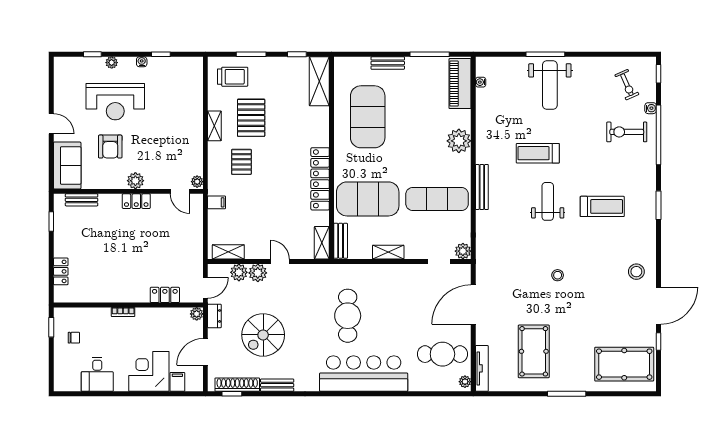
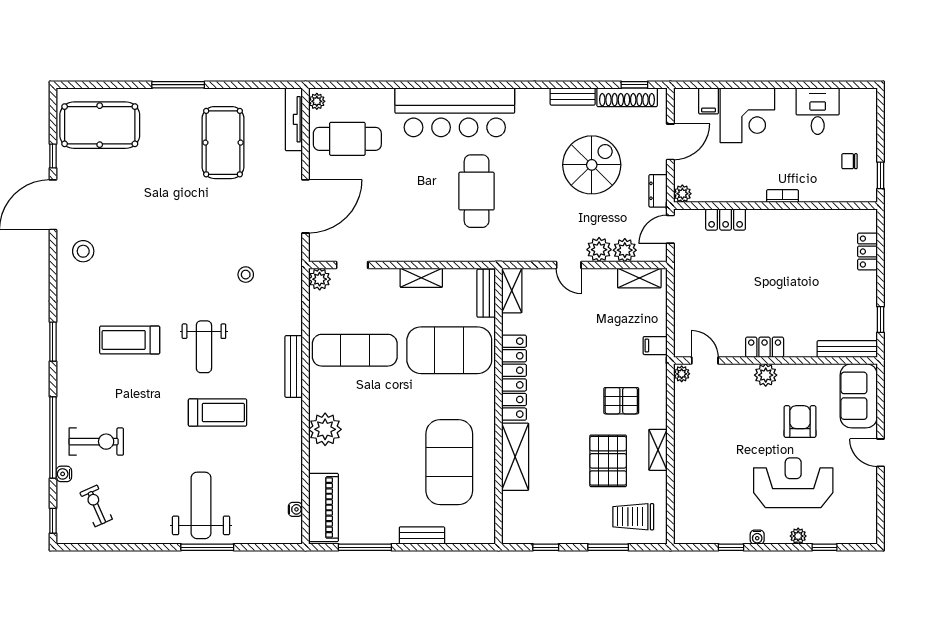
shelving: (319, 81) -> (515, 457), moved
pallet: (241, 162) -> (621, 401), turned 90
bench: (82, 200) -> (847, 349), width x1.36
stool: (558, 275) -> (246, 275), moved

